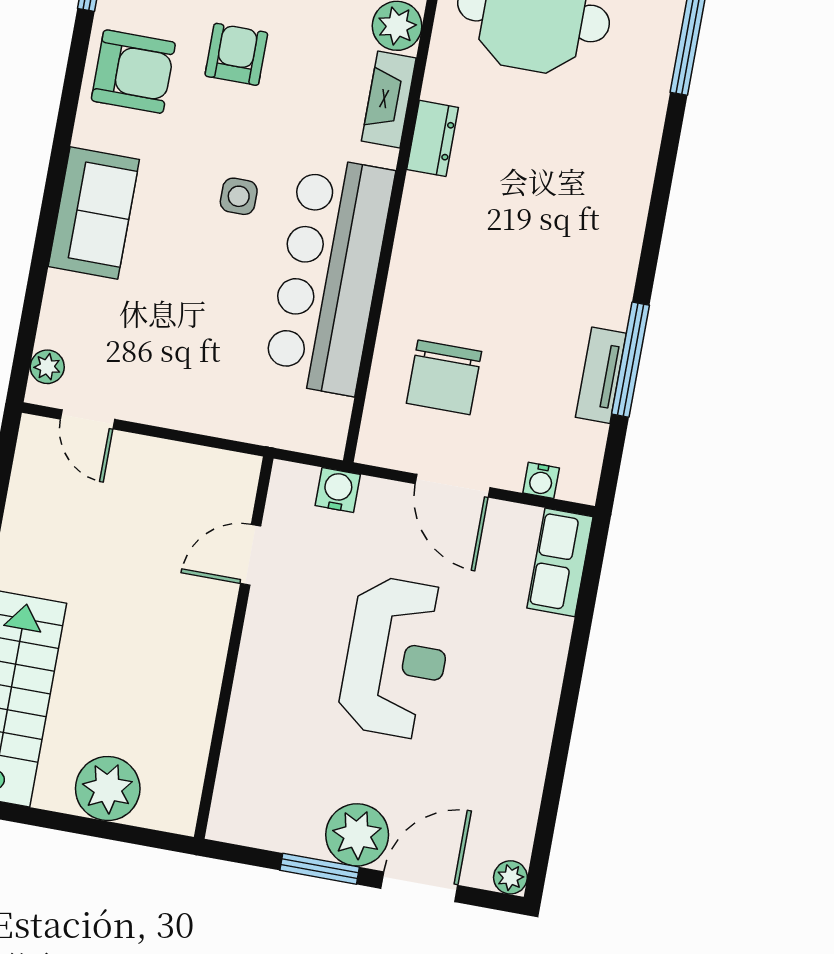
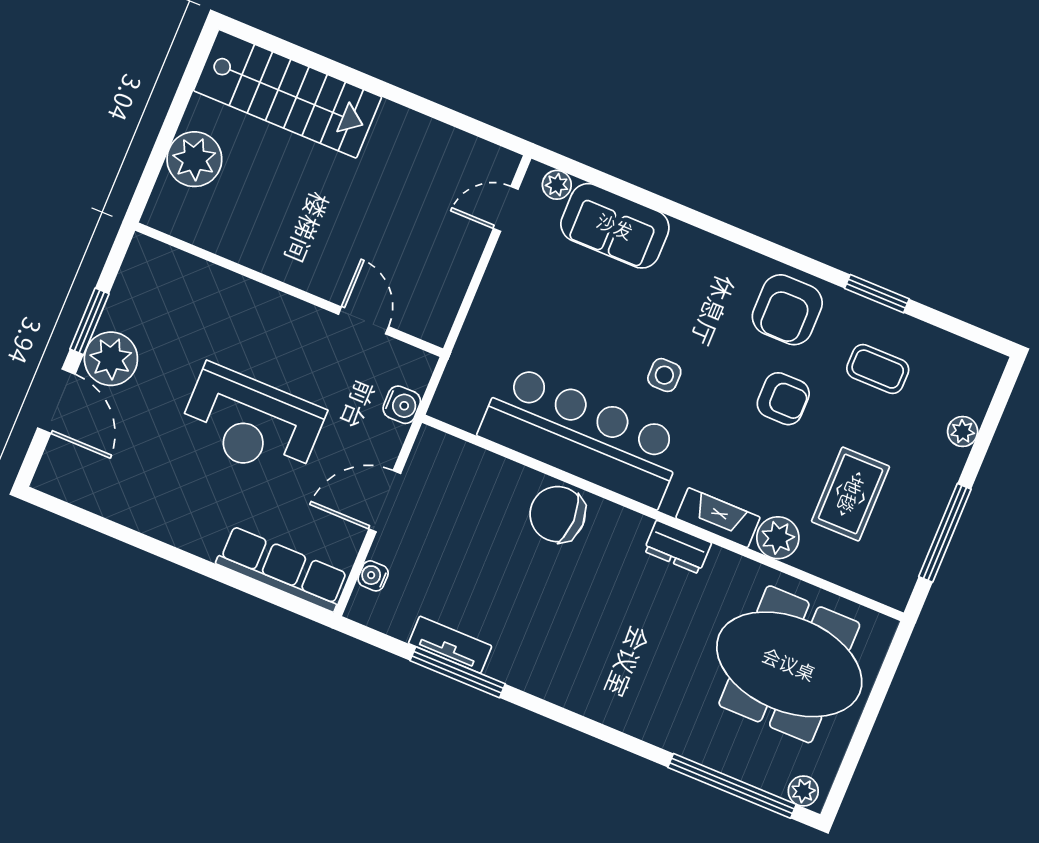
sofa: (94, 213) -> (615, 226), moved
chair: (444, 377) -> (558, 514), moved
row of seats: (560, 562) -> (282, 569), width x1.48
plant: (510, 877) -> (48, 479), removed

